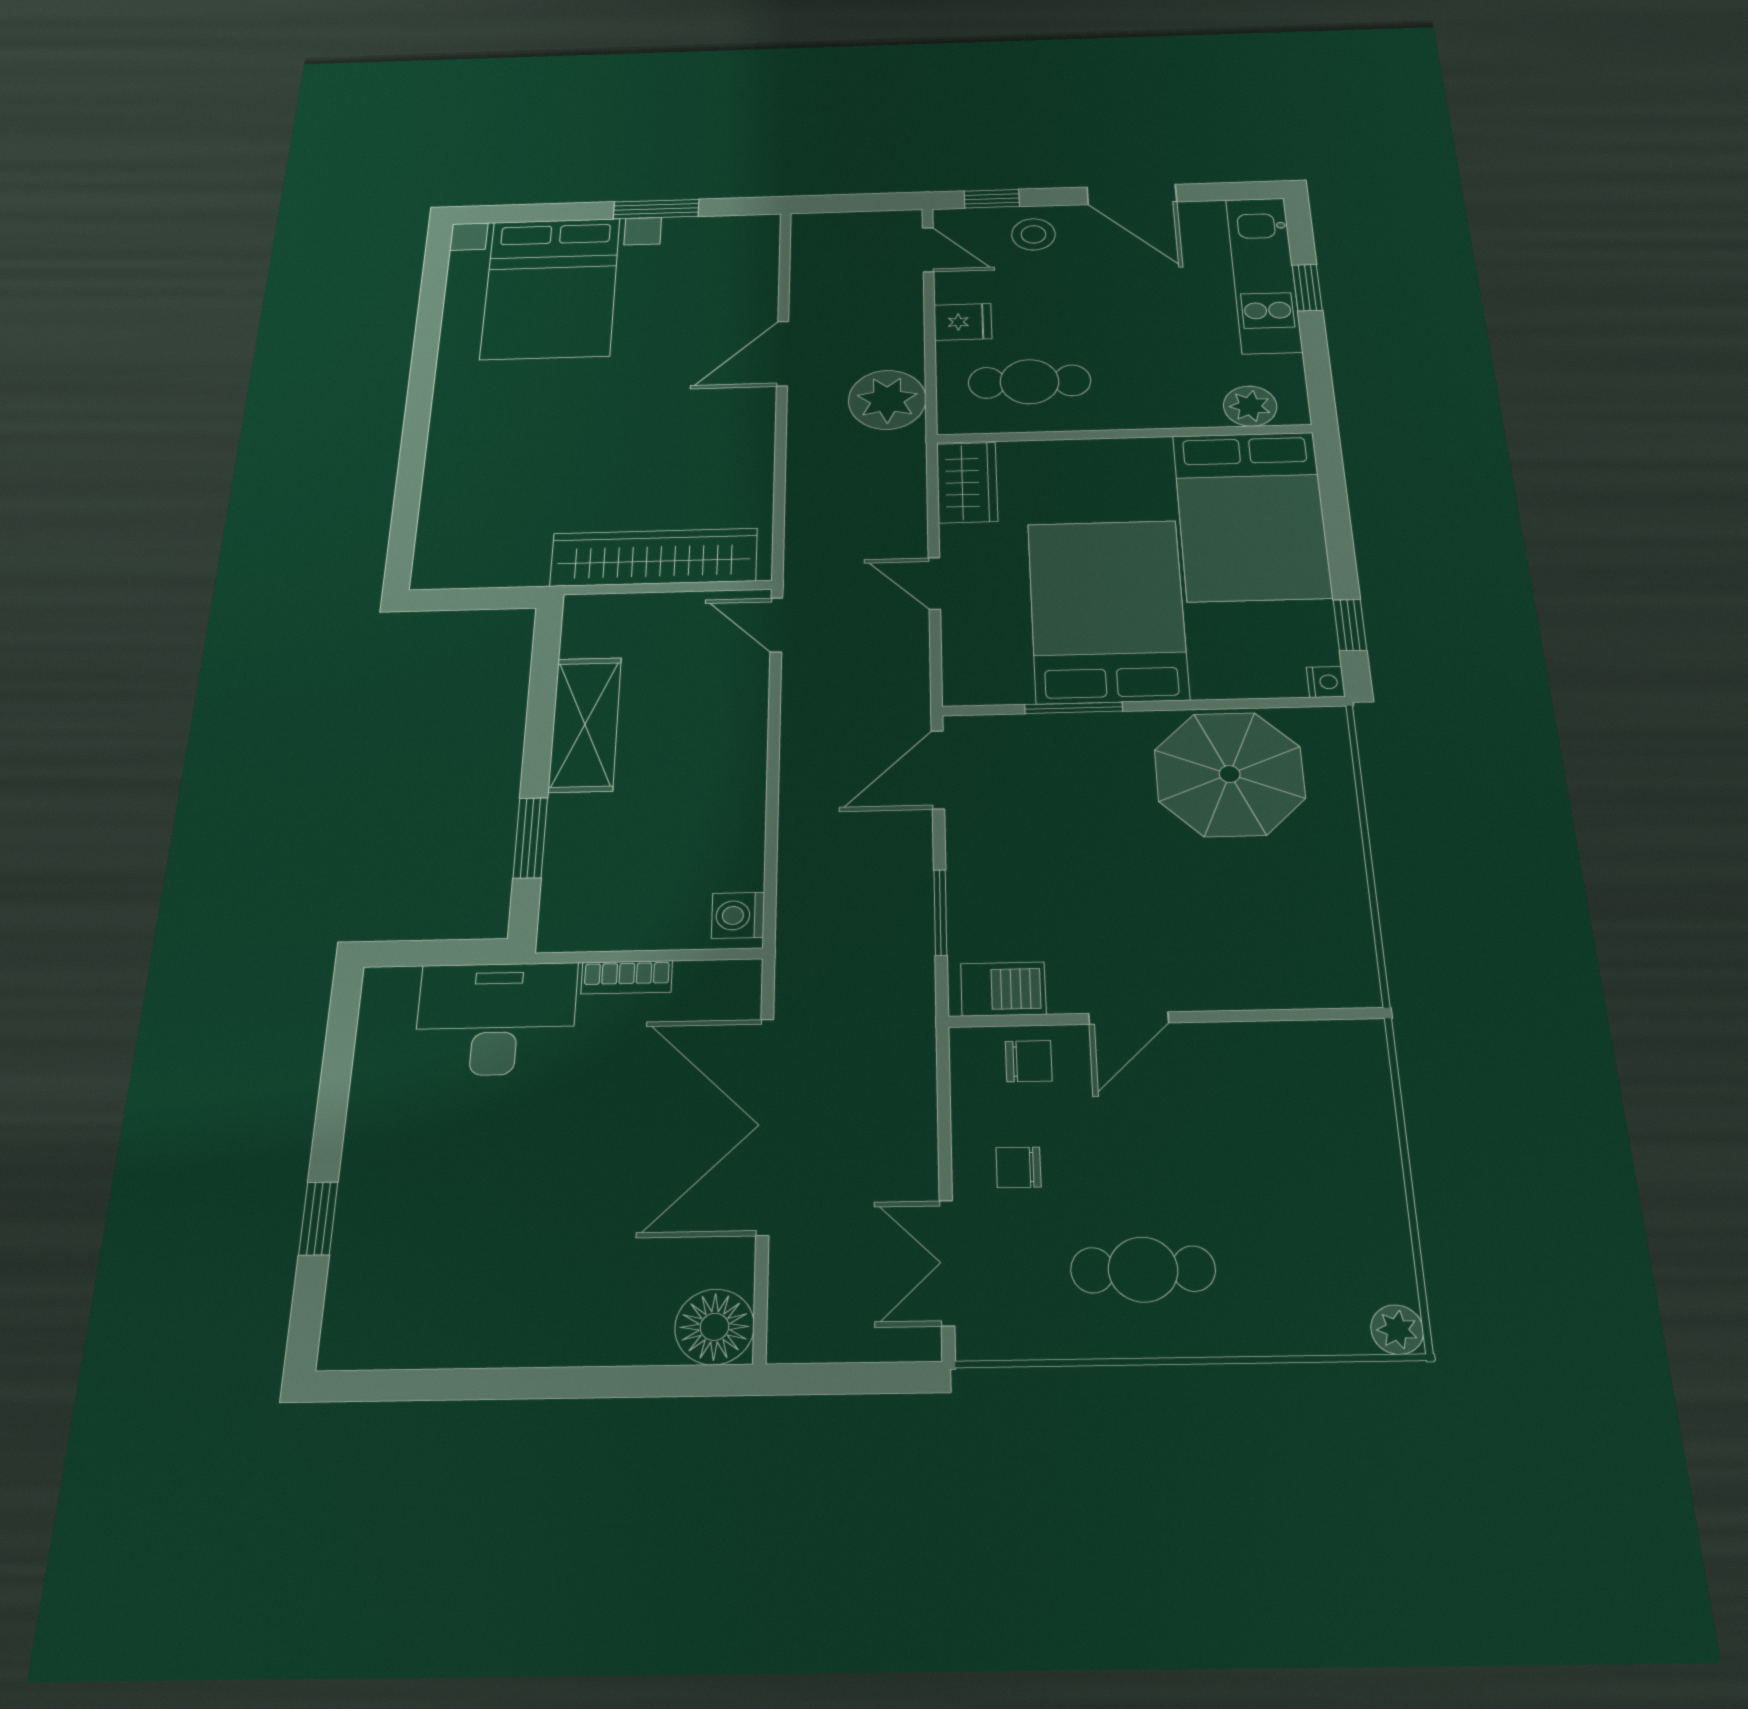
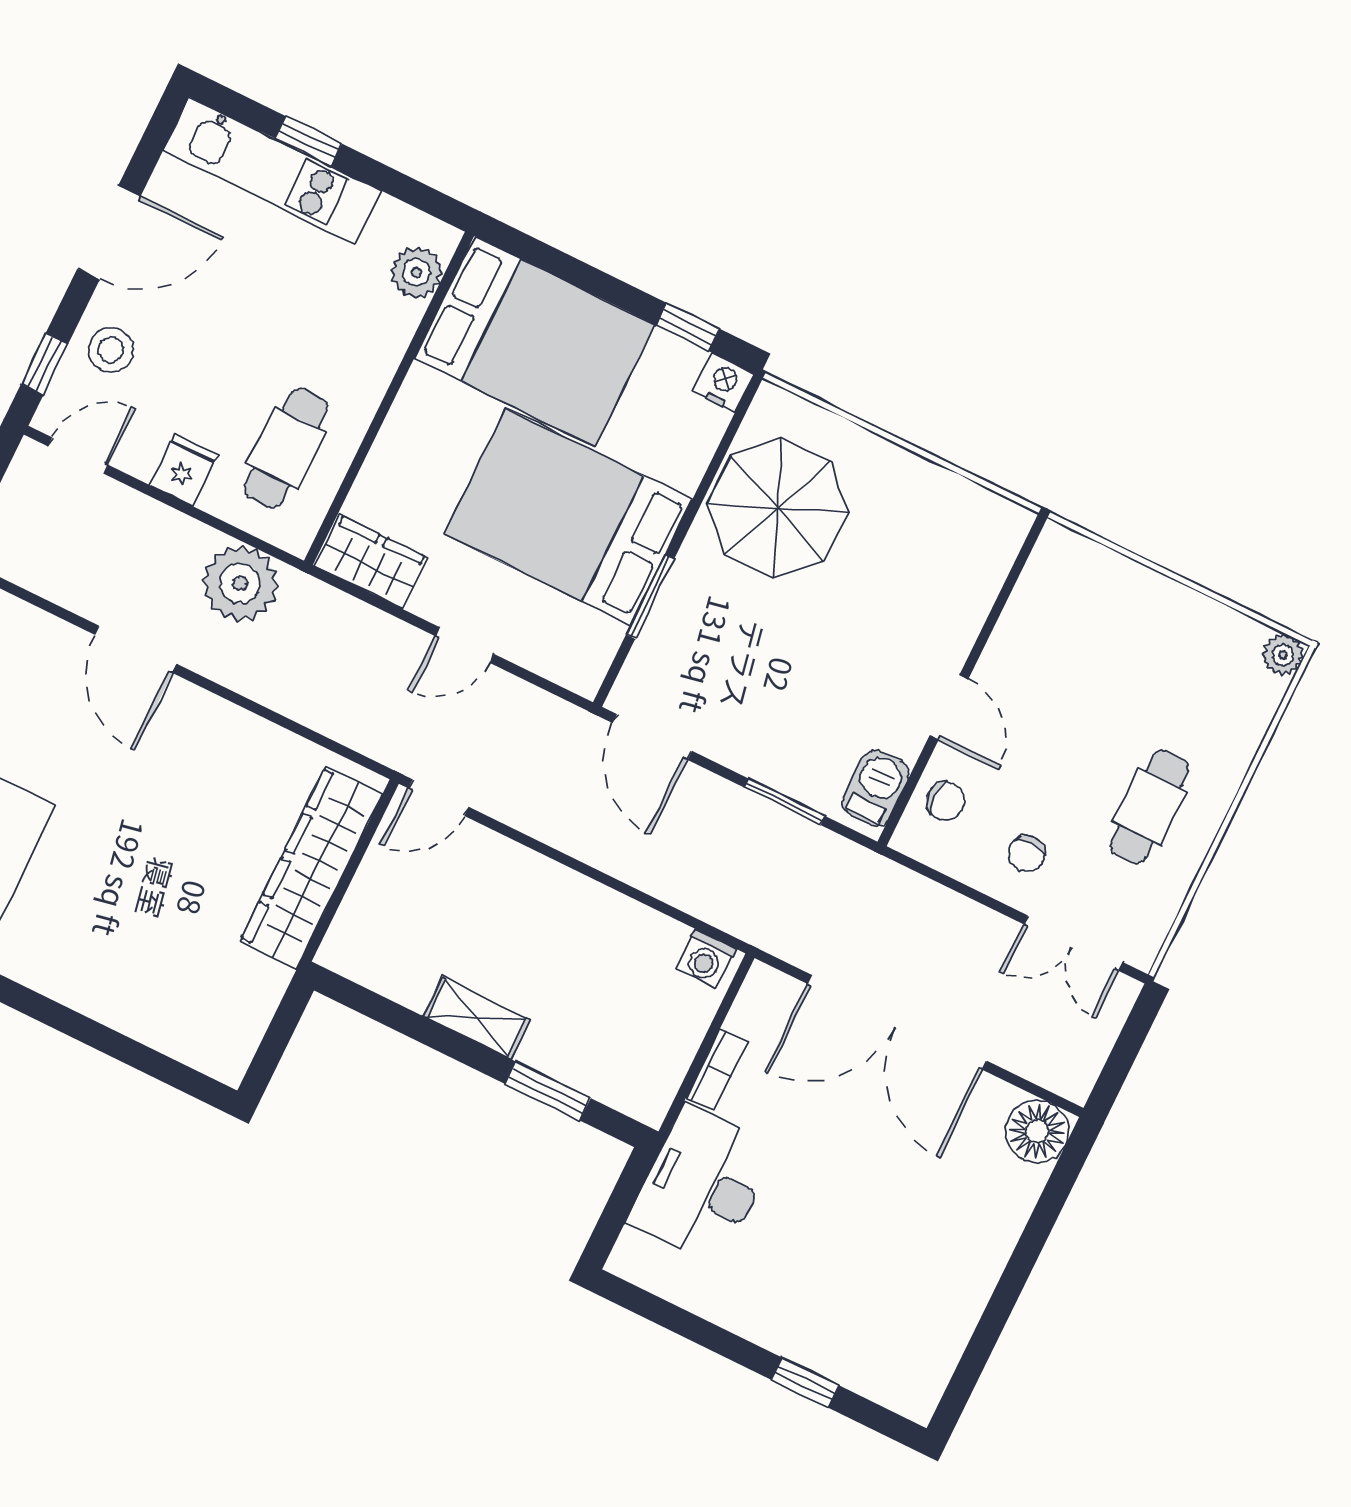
nightstand: (1326, 682) -> (724, 382), width x1.39, depth x1.35
shelving: (585, 724) -> (477, 1018), width x0.67, depth x0.75
chair: (1029, 1061) -> (946, 801), turned 90

